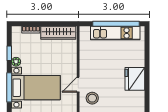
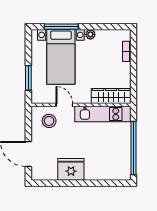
wardrobe: (58, 33) -> (111, 96), moved, turned 90
kitchen unit: (115, 33) -> (103, 114), moved, turned -90
window: (9, 53) -> (100, 27), removed

